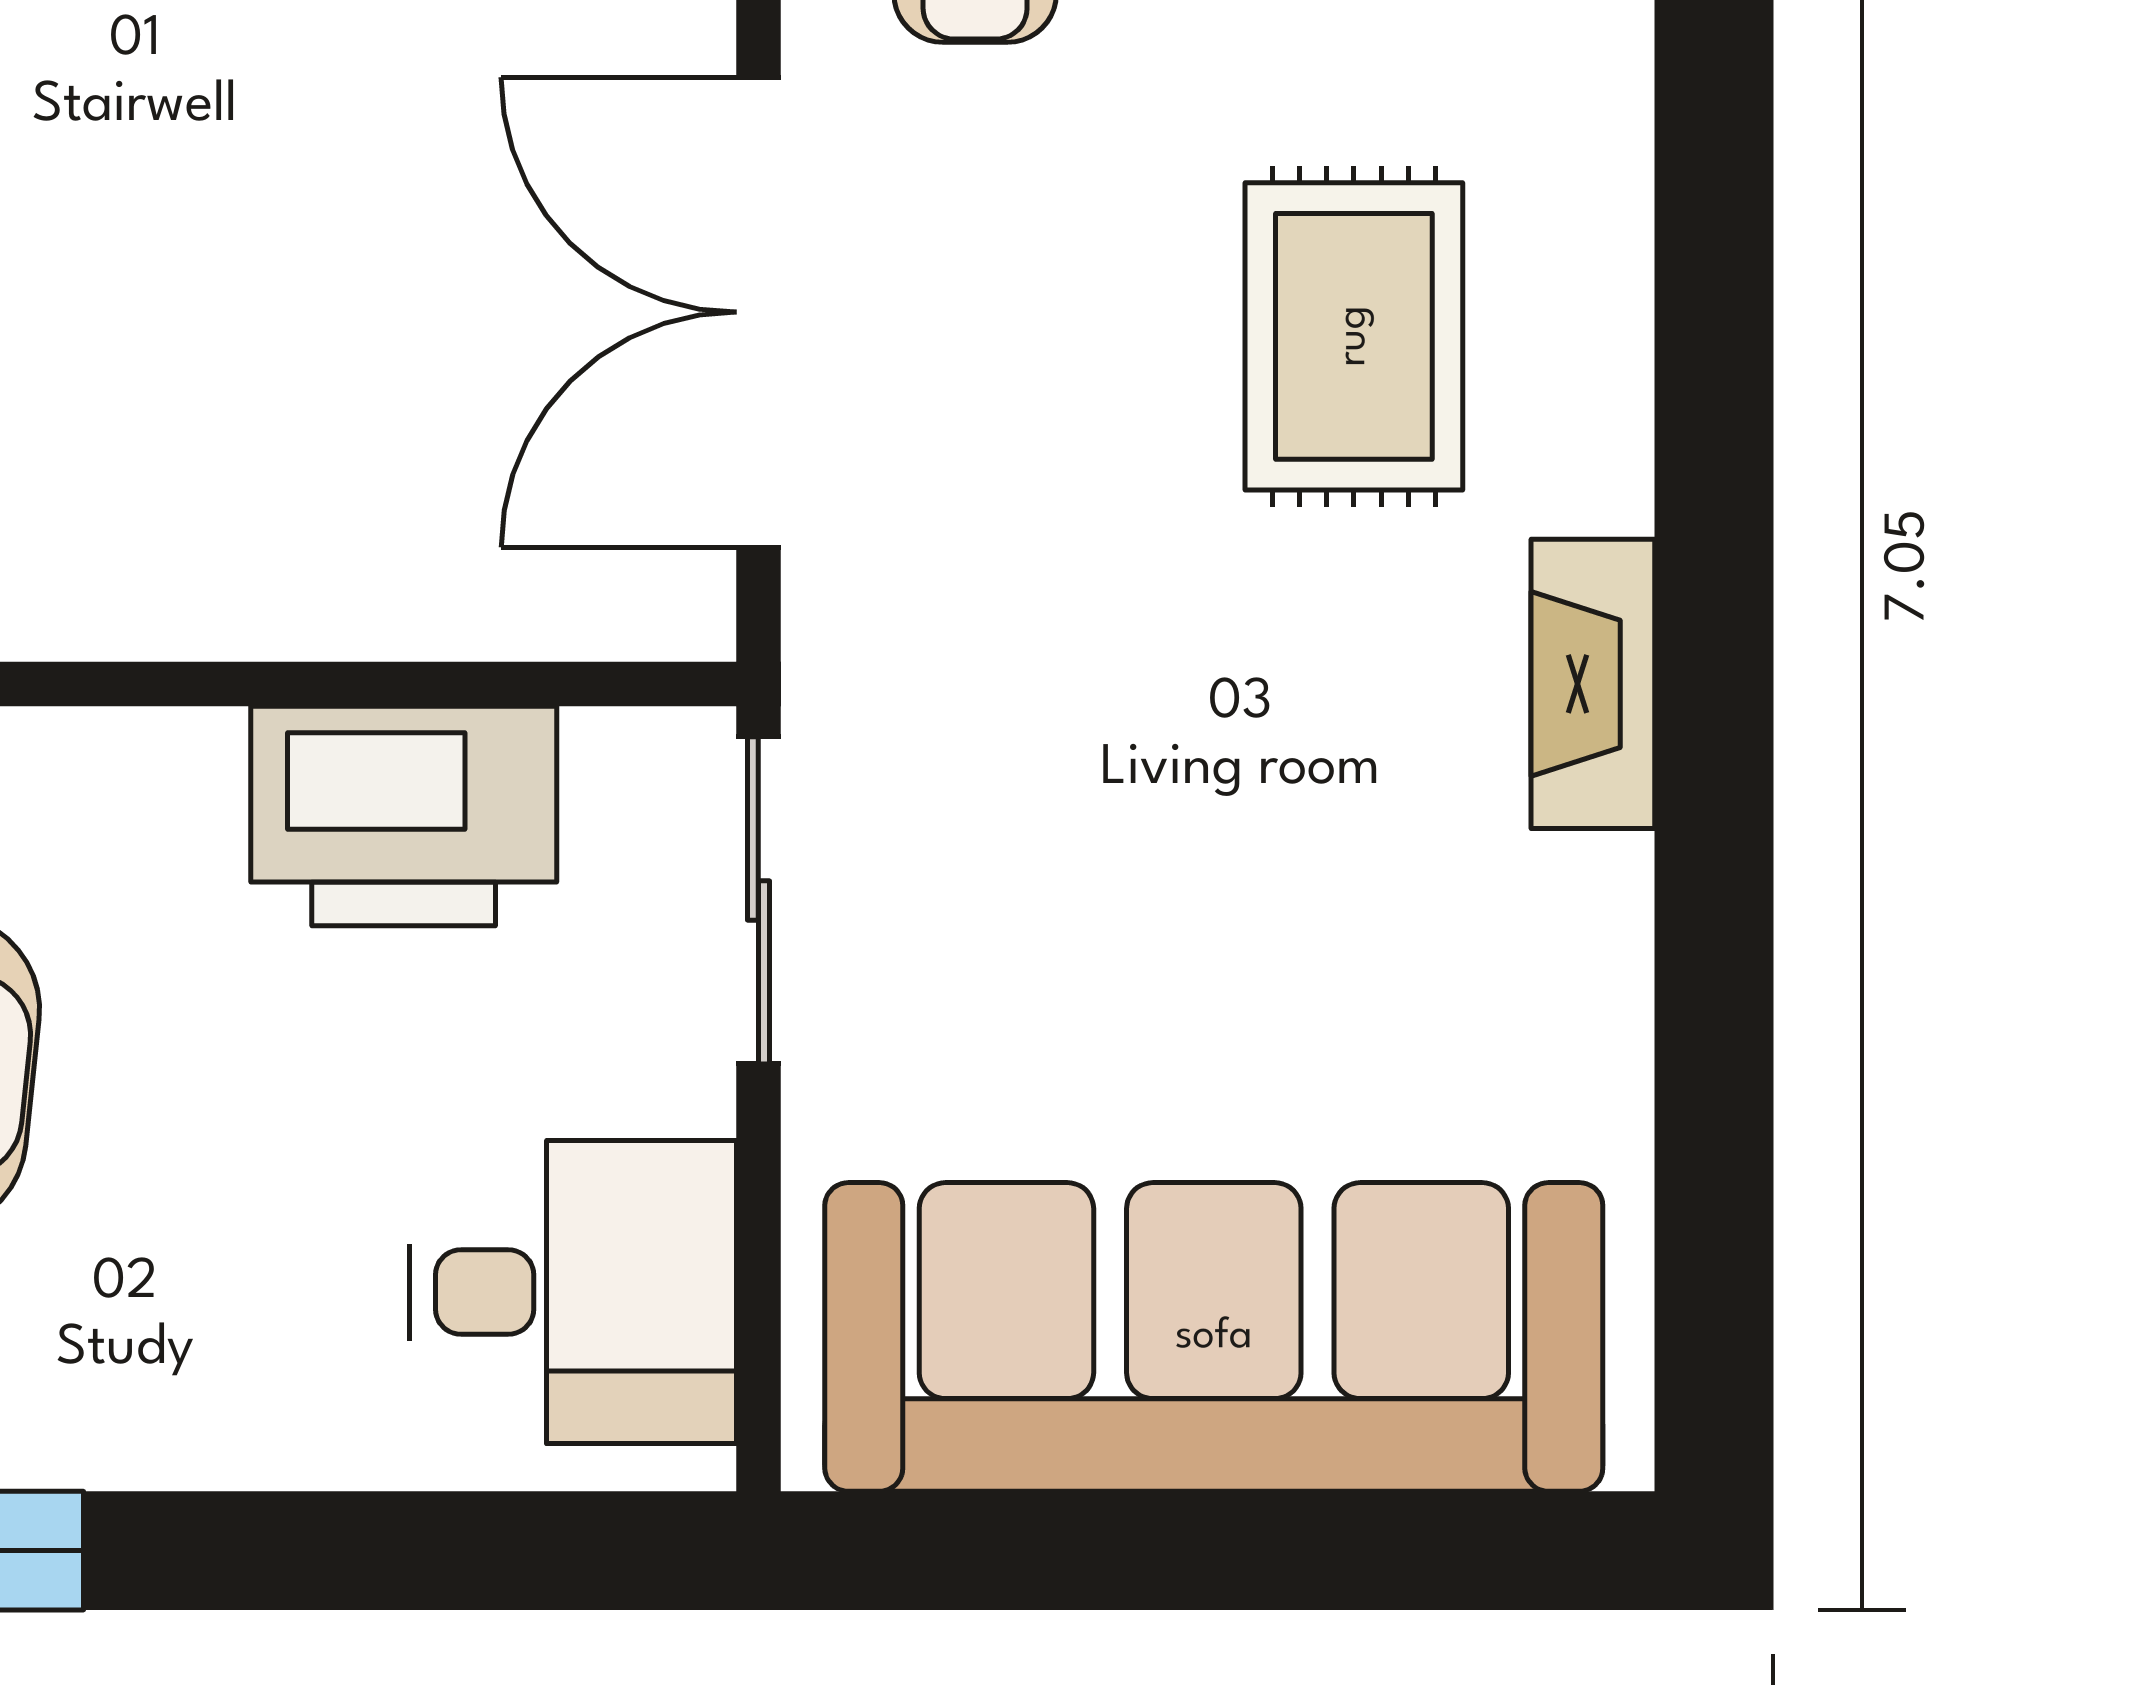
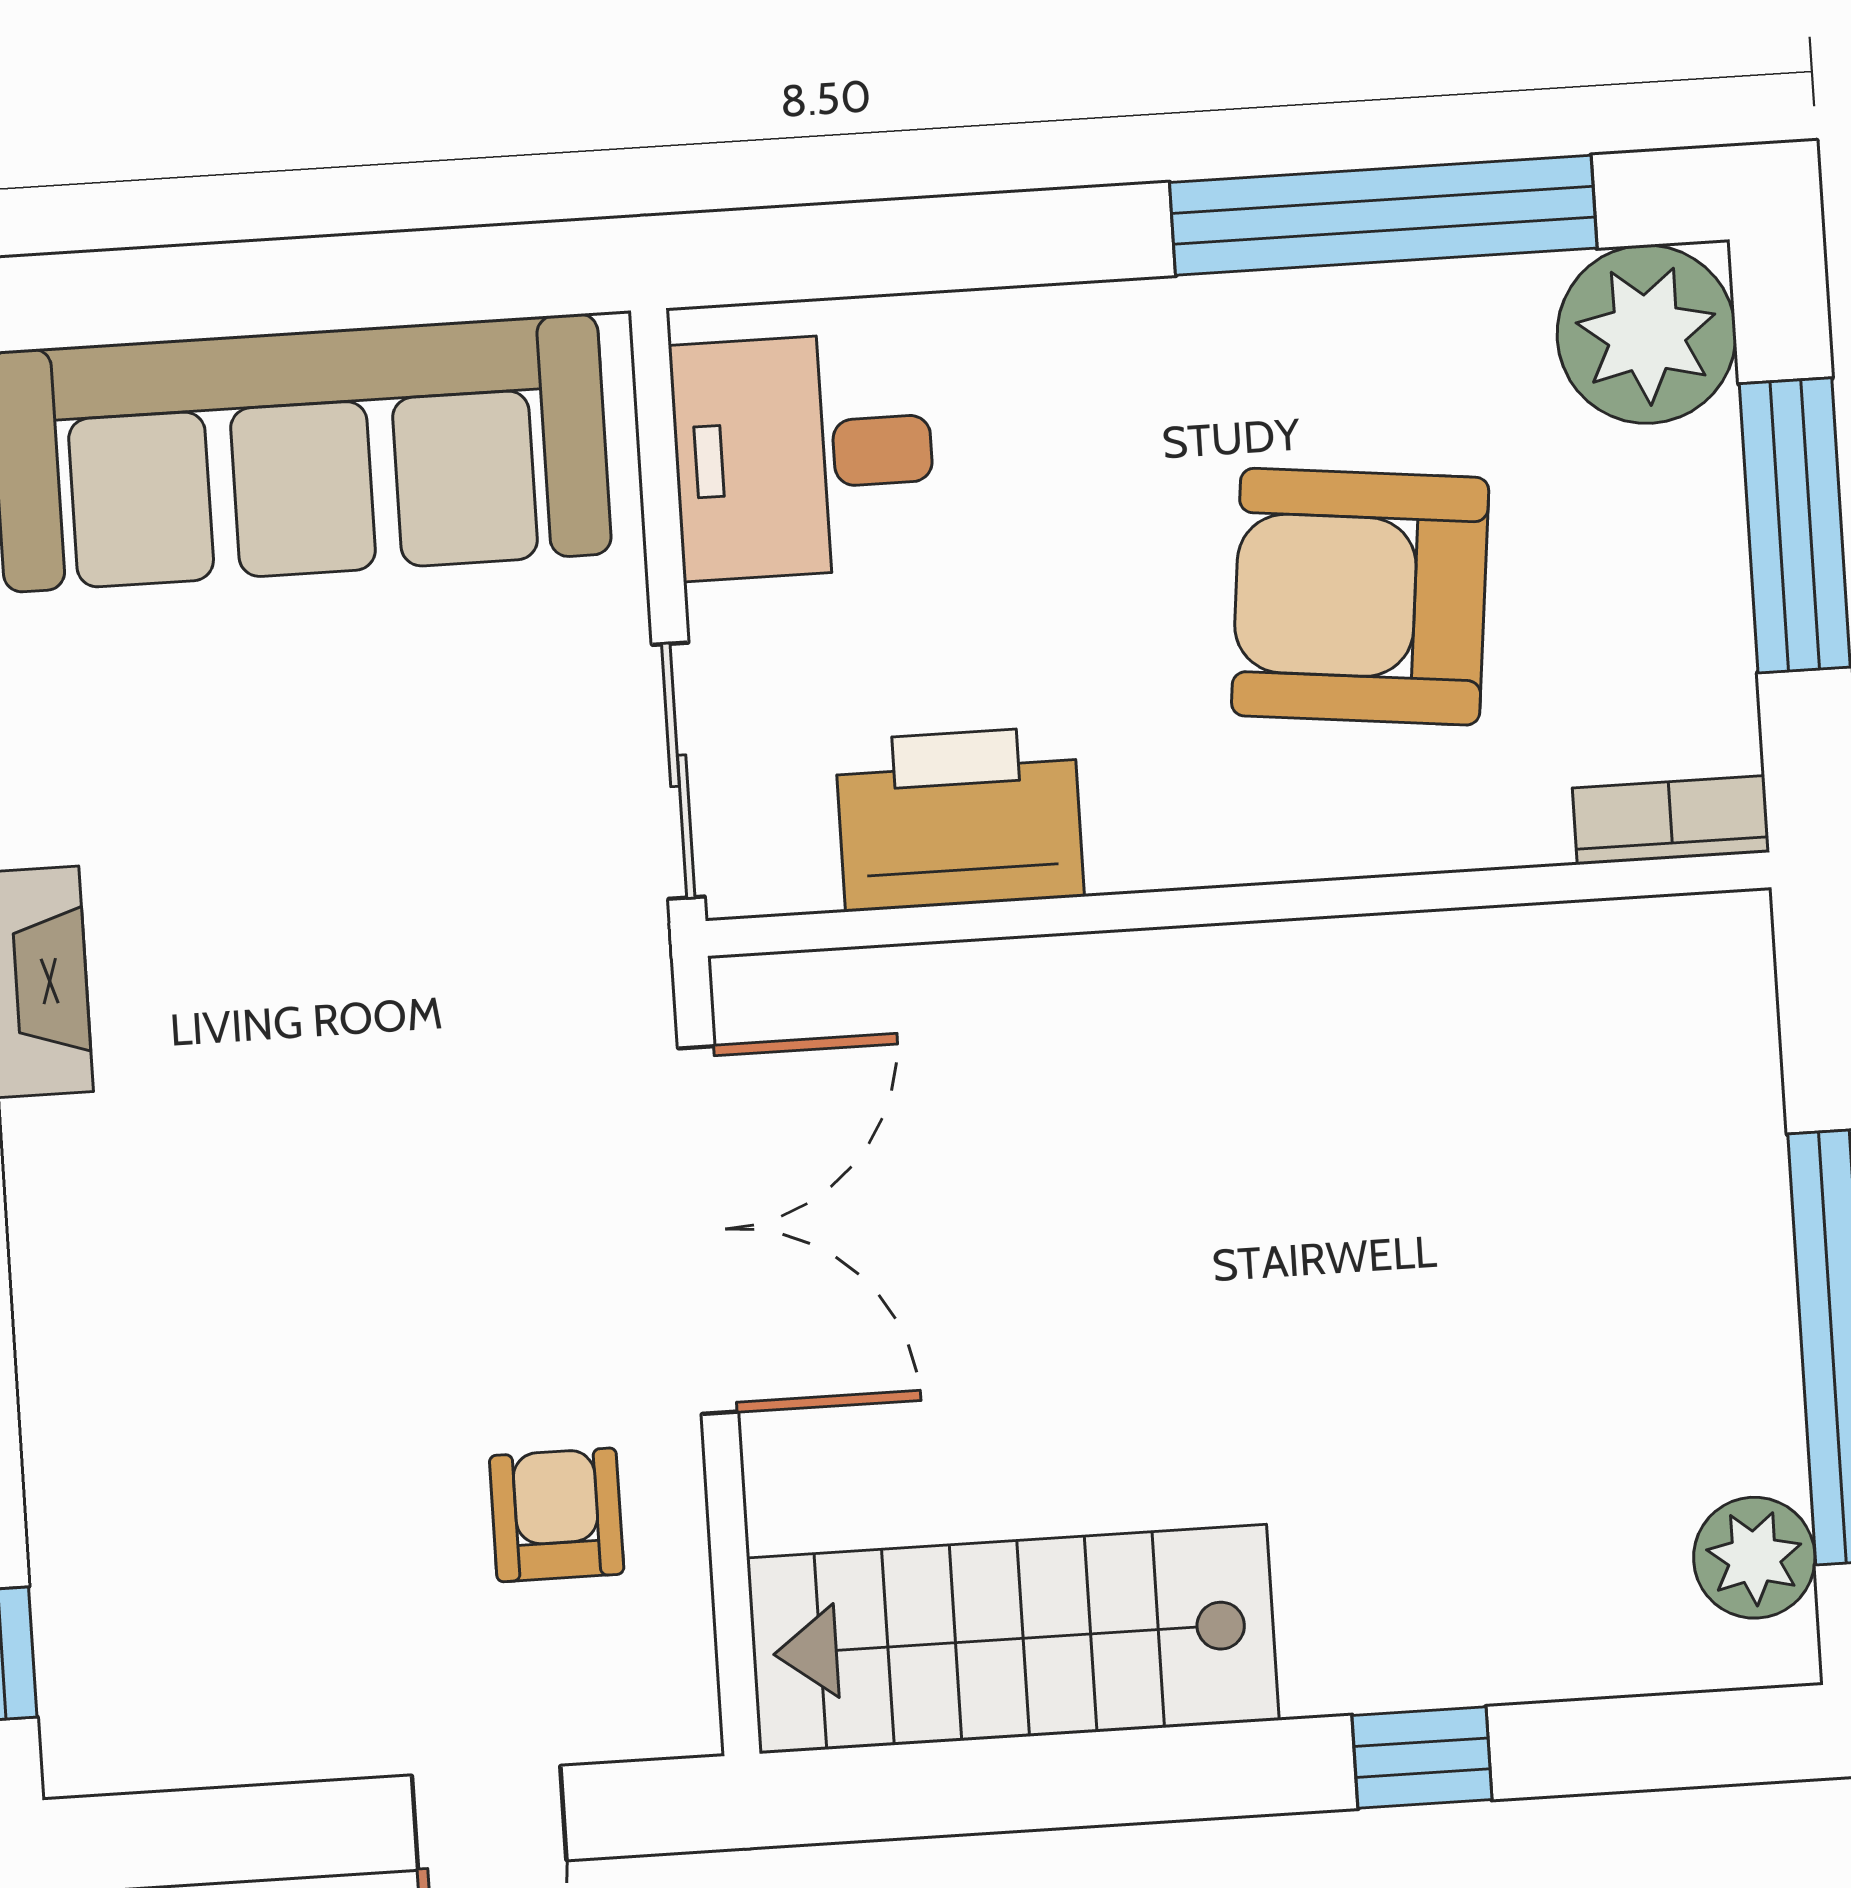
rug: (1354, 336) -> (242, 1241), removed

